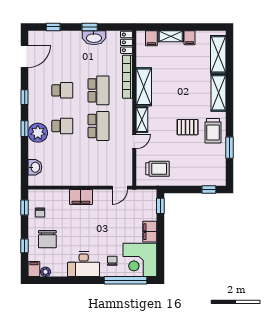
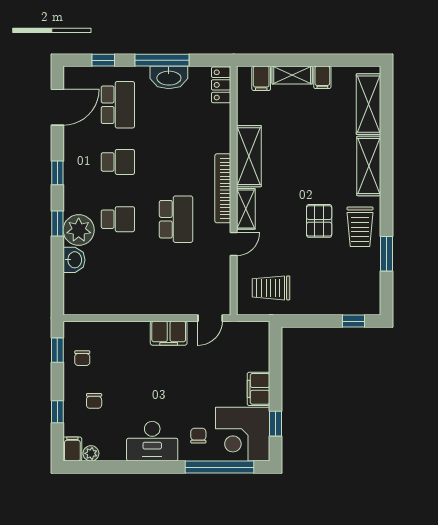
window: (90, 27) -> (162, 60), width x2.17
bookcase: (128, 77) -> (223, 188), moved
school desk: (98, 90) -> (118, 105), moved
pallet: (188, 127) -> (319, 221), turned 90
washbasin: (35, 167) -> (74, 260), moved
trolley: (158, 169) -> (271, 288), turned 180
filing cabinet: (81, 197) -> (169, 333), moved
window: (160, 206) -> (275, 424), moved
chair: (47, 239) -> (94, 401), width x0.54, depth x0.54

